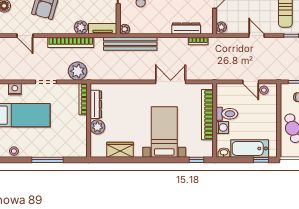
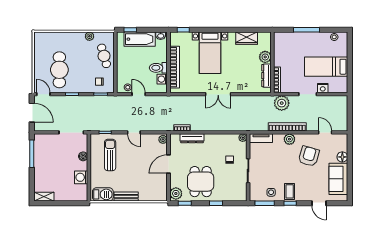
plant: (81, 27) -> (289, 139), moved
bench: (130, 44) -> (238, 126), removed
double door: (171, 82) -> (218, 94), moved
nightstand: (15, 89) -> (323, 88), moved
washing machine: (222, 127) -> (162, 79), moved

